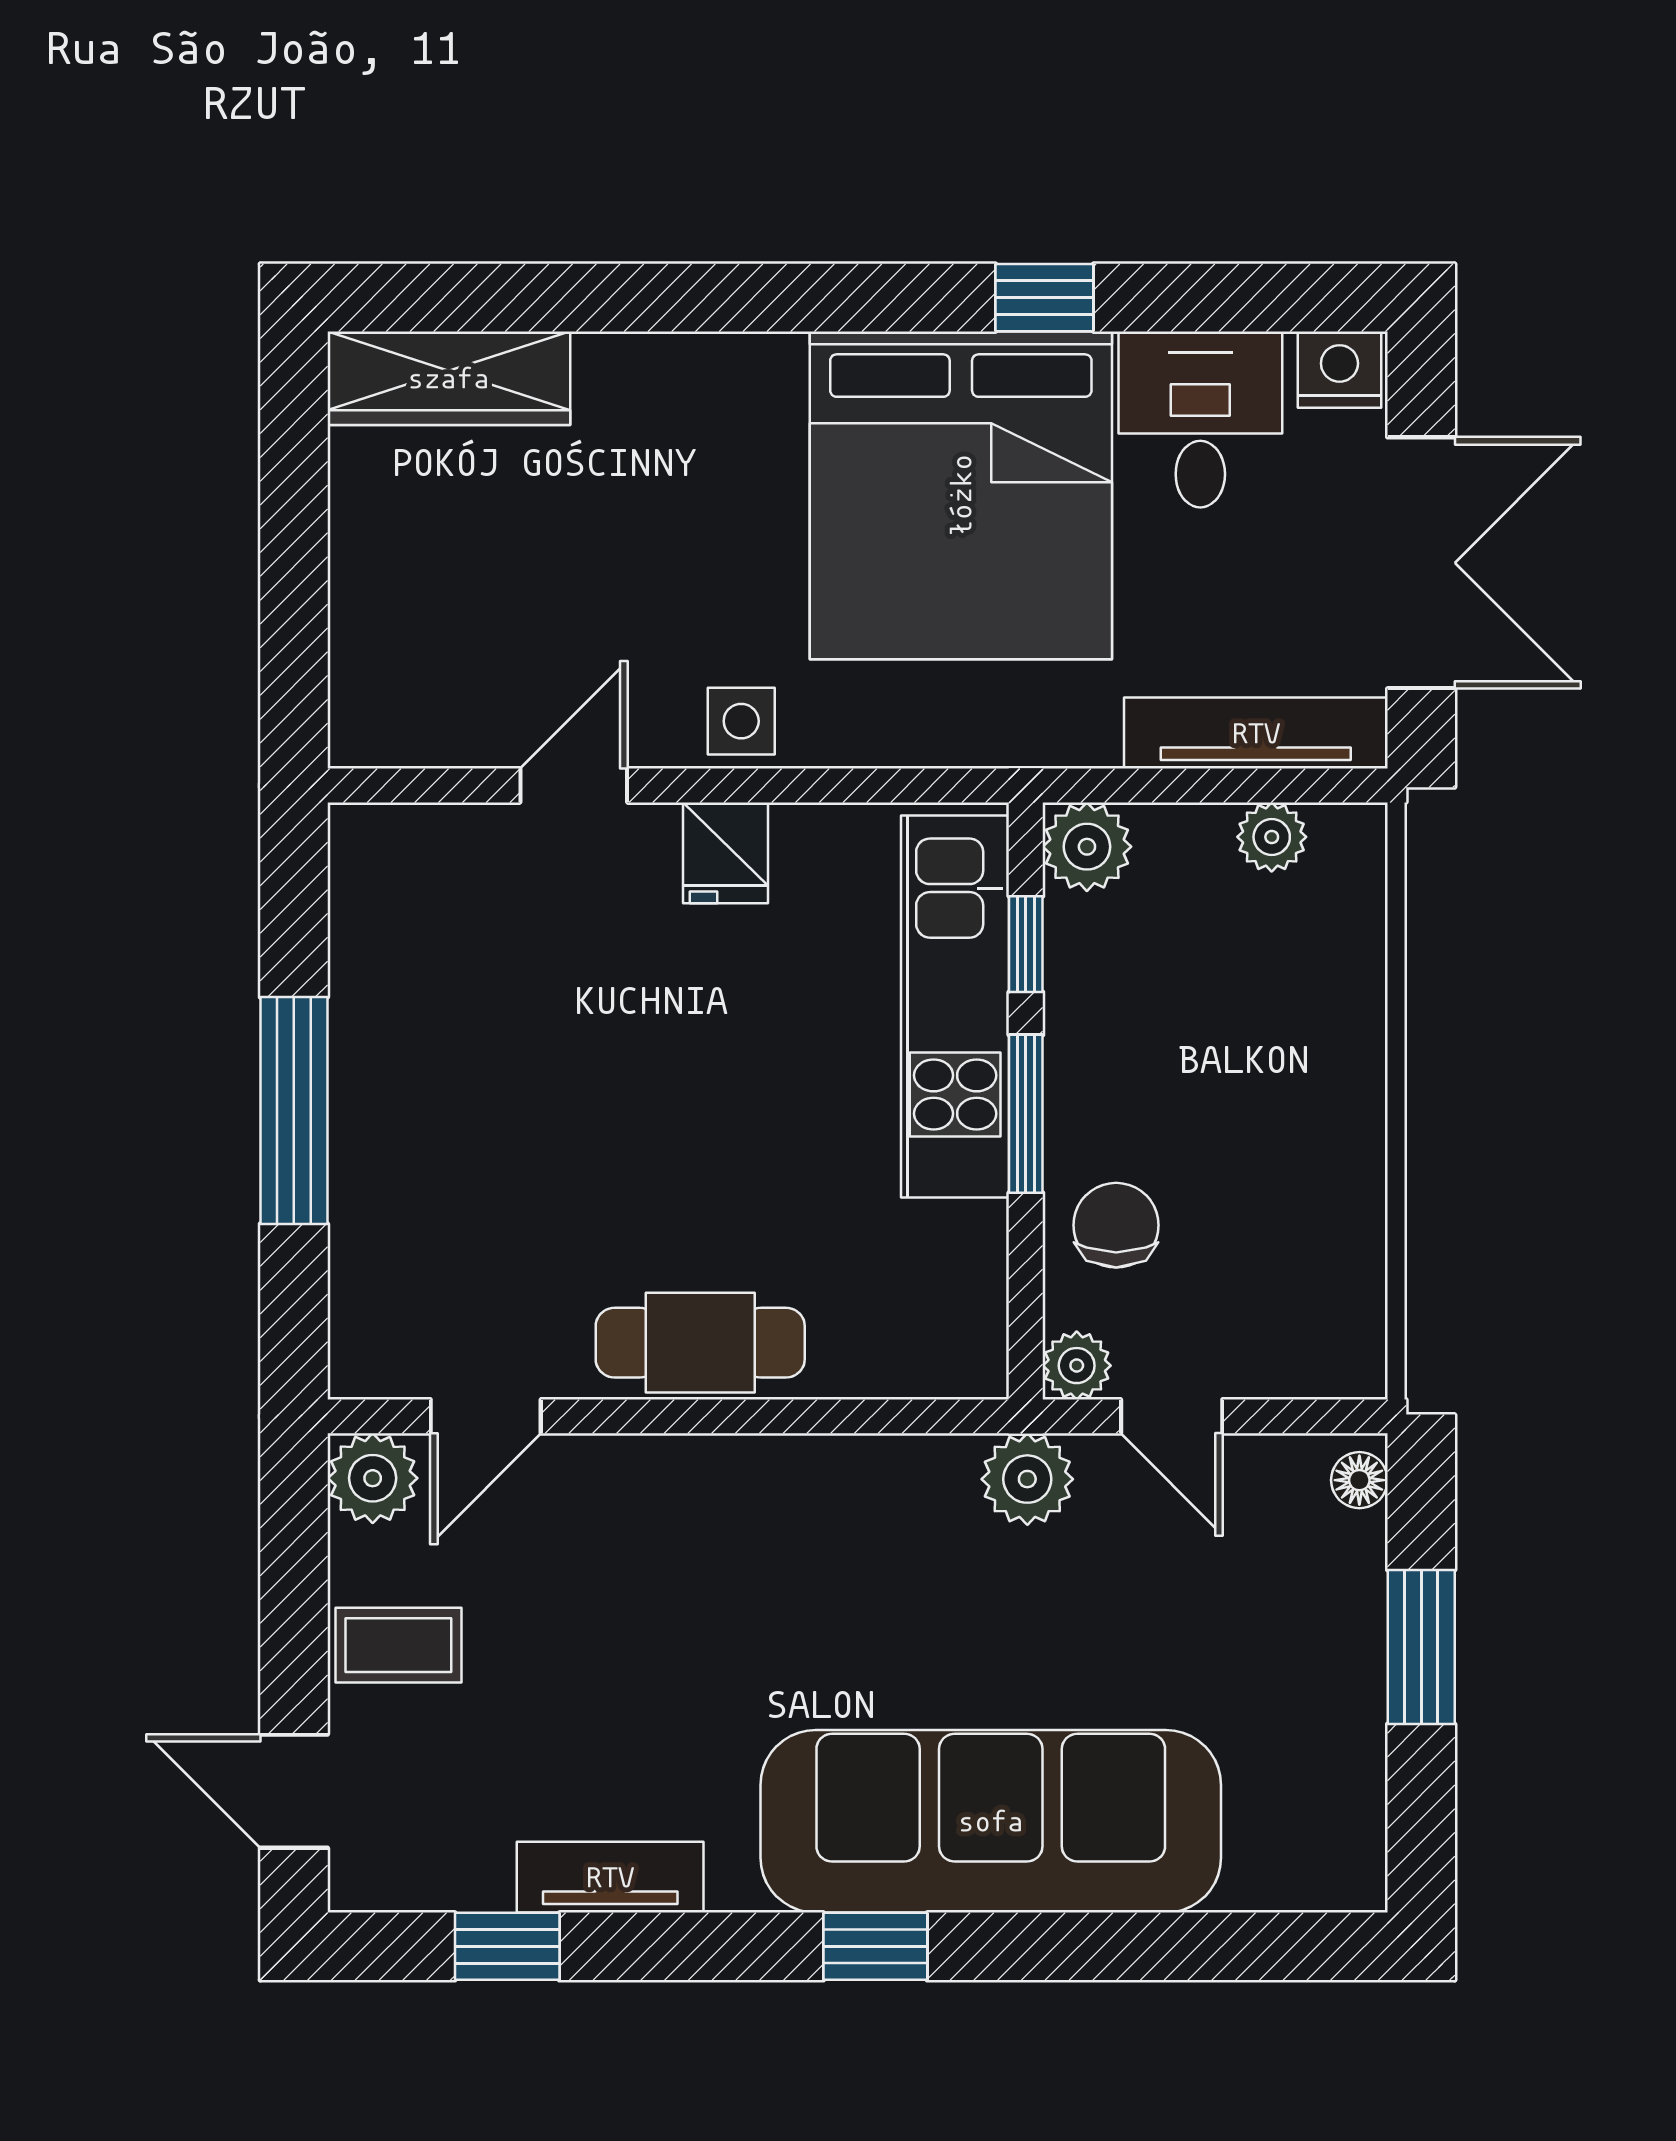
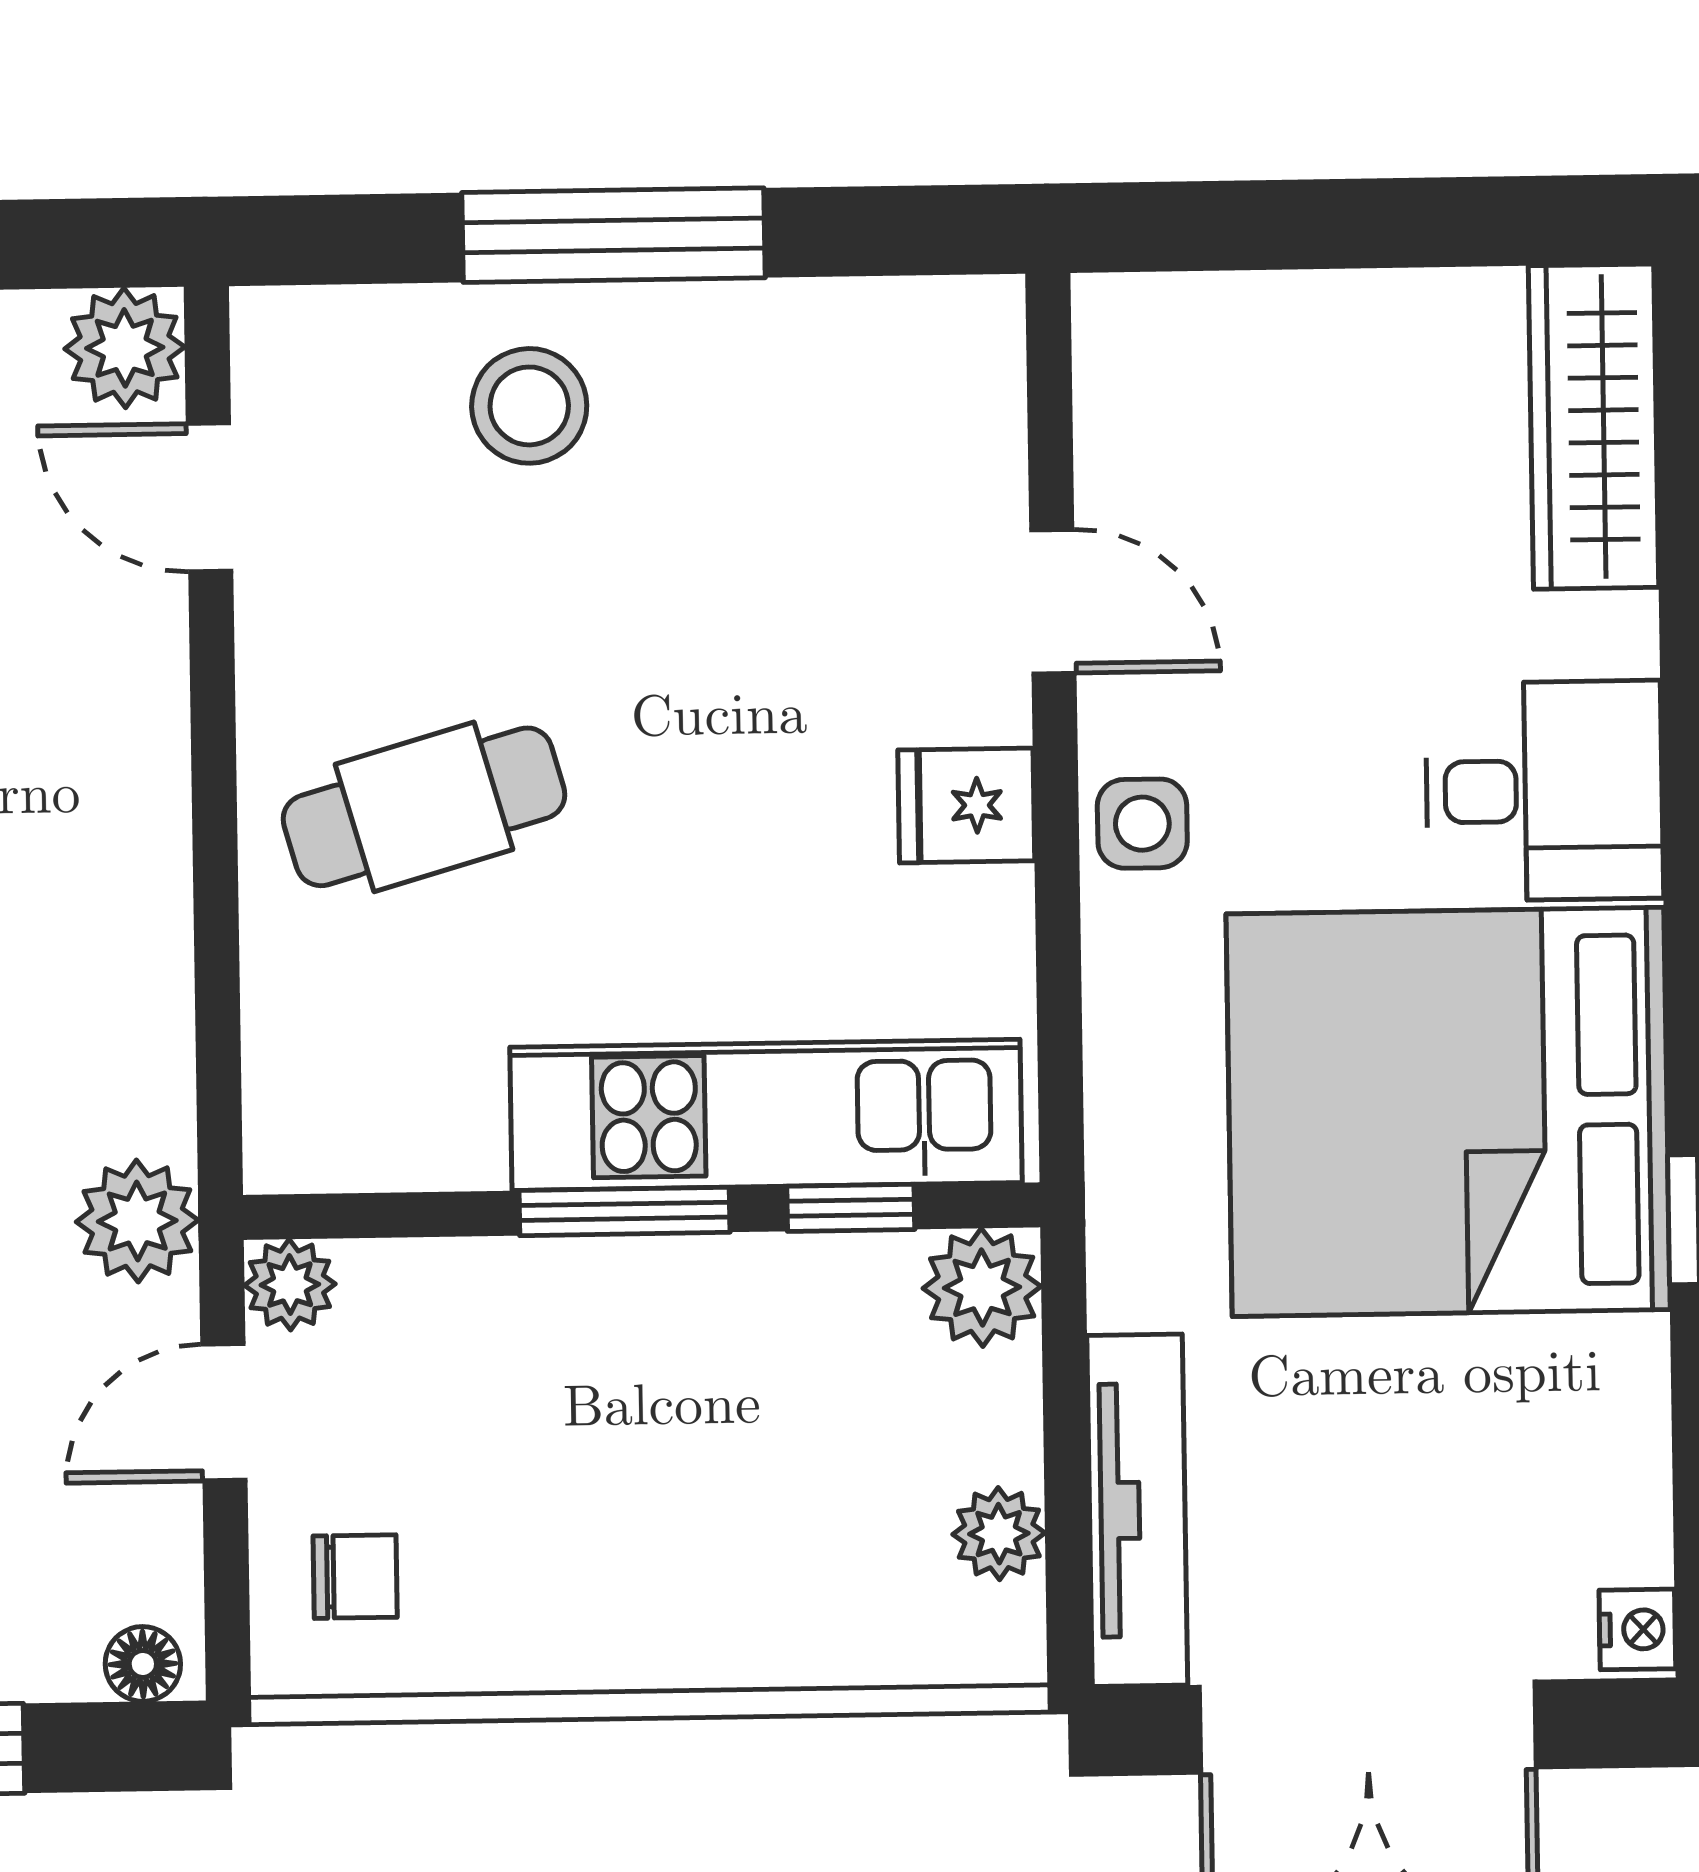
nightstand: (1339, 370) -> (1637, 1629), width x0.72, depth x0.74
desk: (1200, 419) -> (1544, 791), moved
stool: (421, 1176) -> (529, 406), added
chair: (1116, 1225) -> (355, 1577), moved, width x0.73, depth x0.73
cafe table: (700, 1343) -> (424, 807), moved, turned 74

